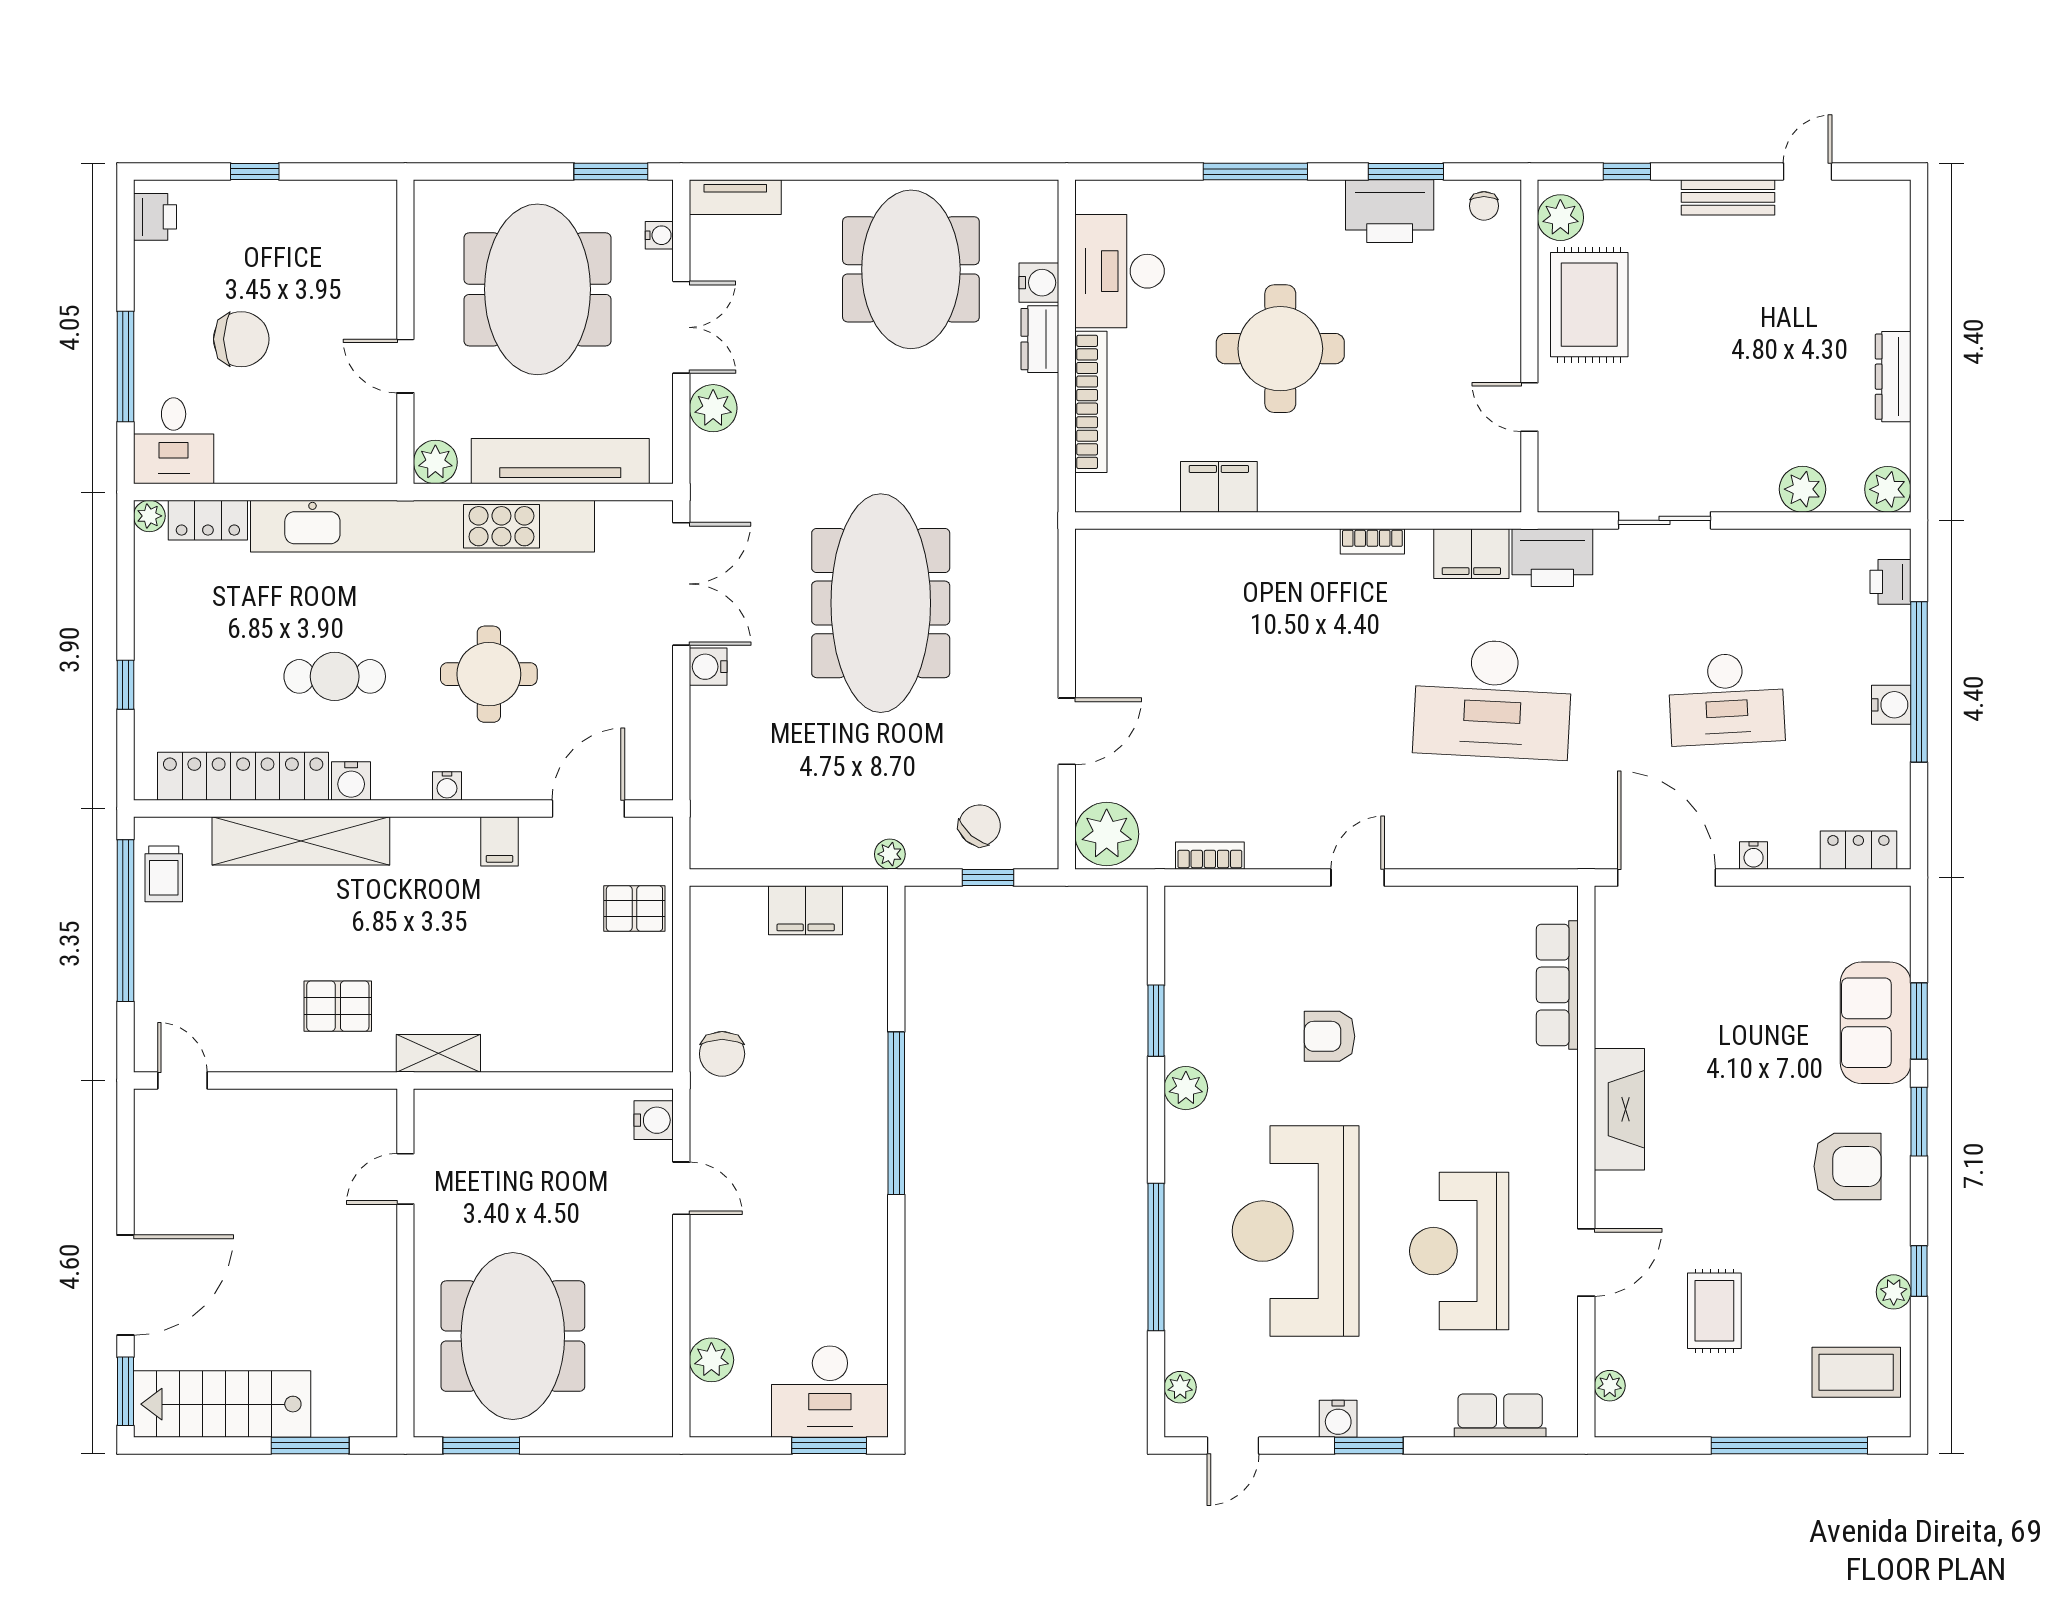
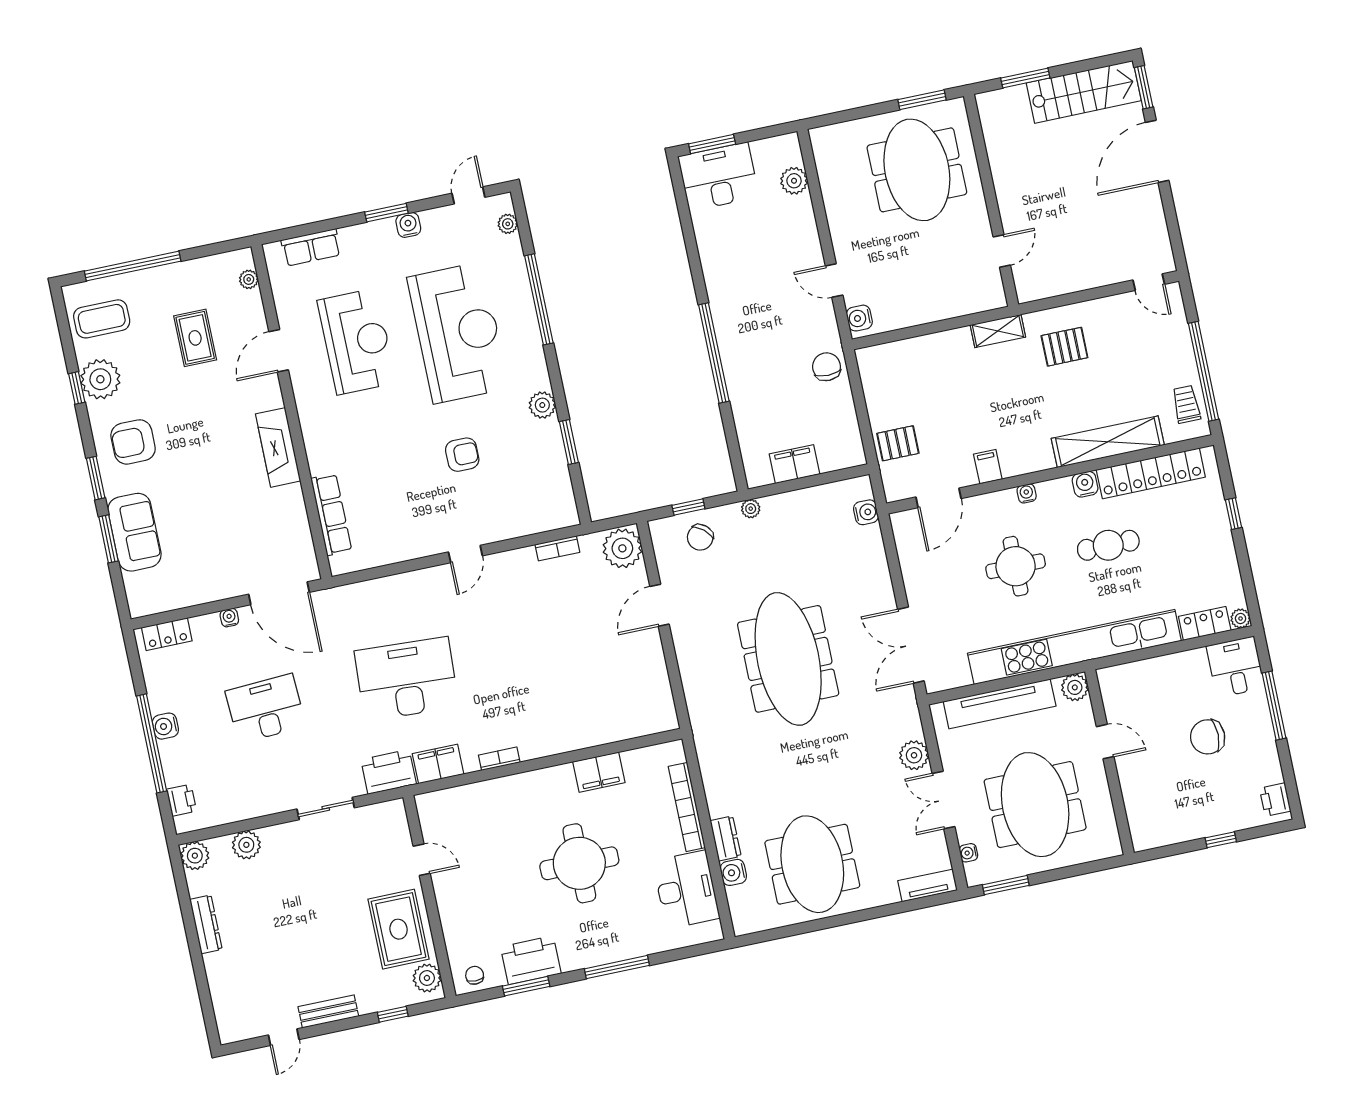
water cooler: (708, 667) -> (866, 512), moved
plant: (1894, 1292) -> (100, 379), width x1.88, depth x1.88

